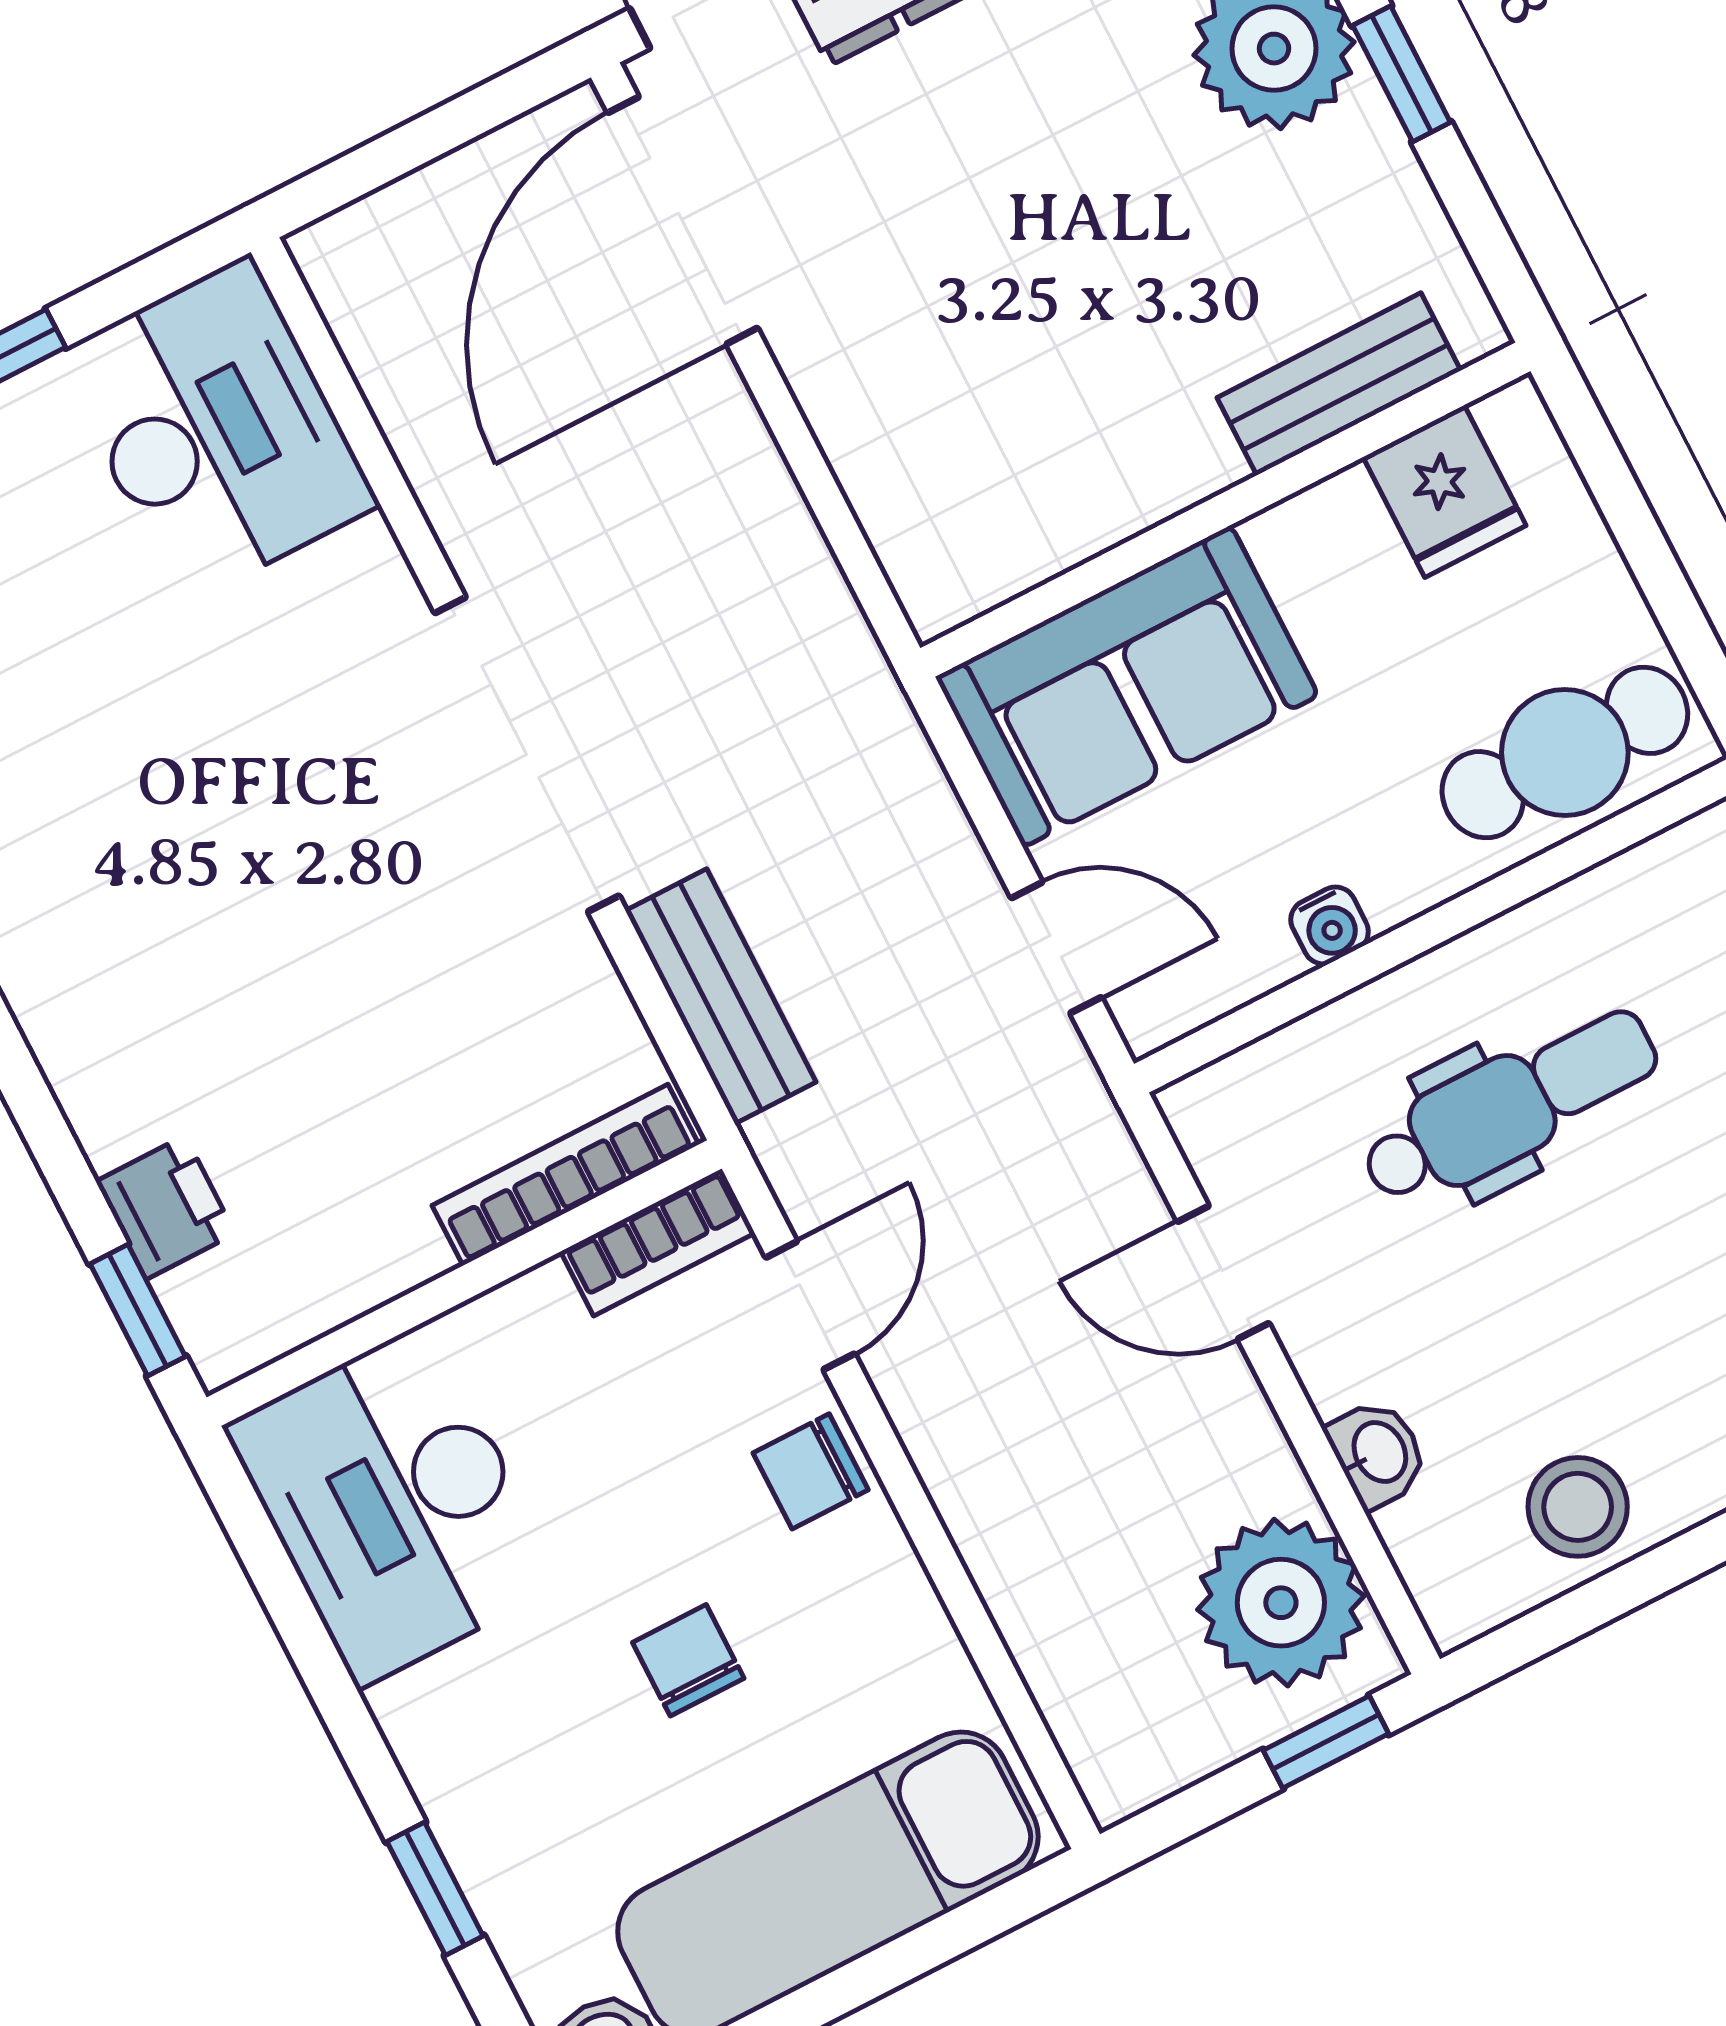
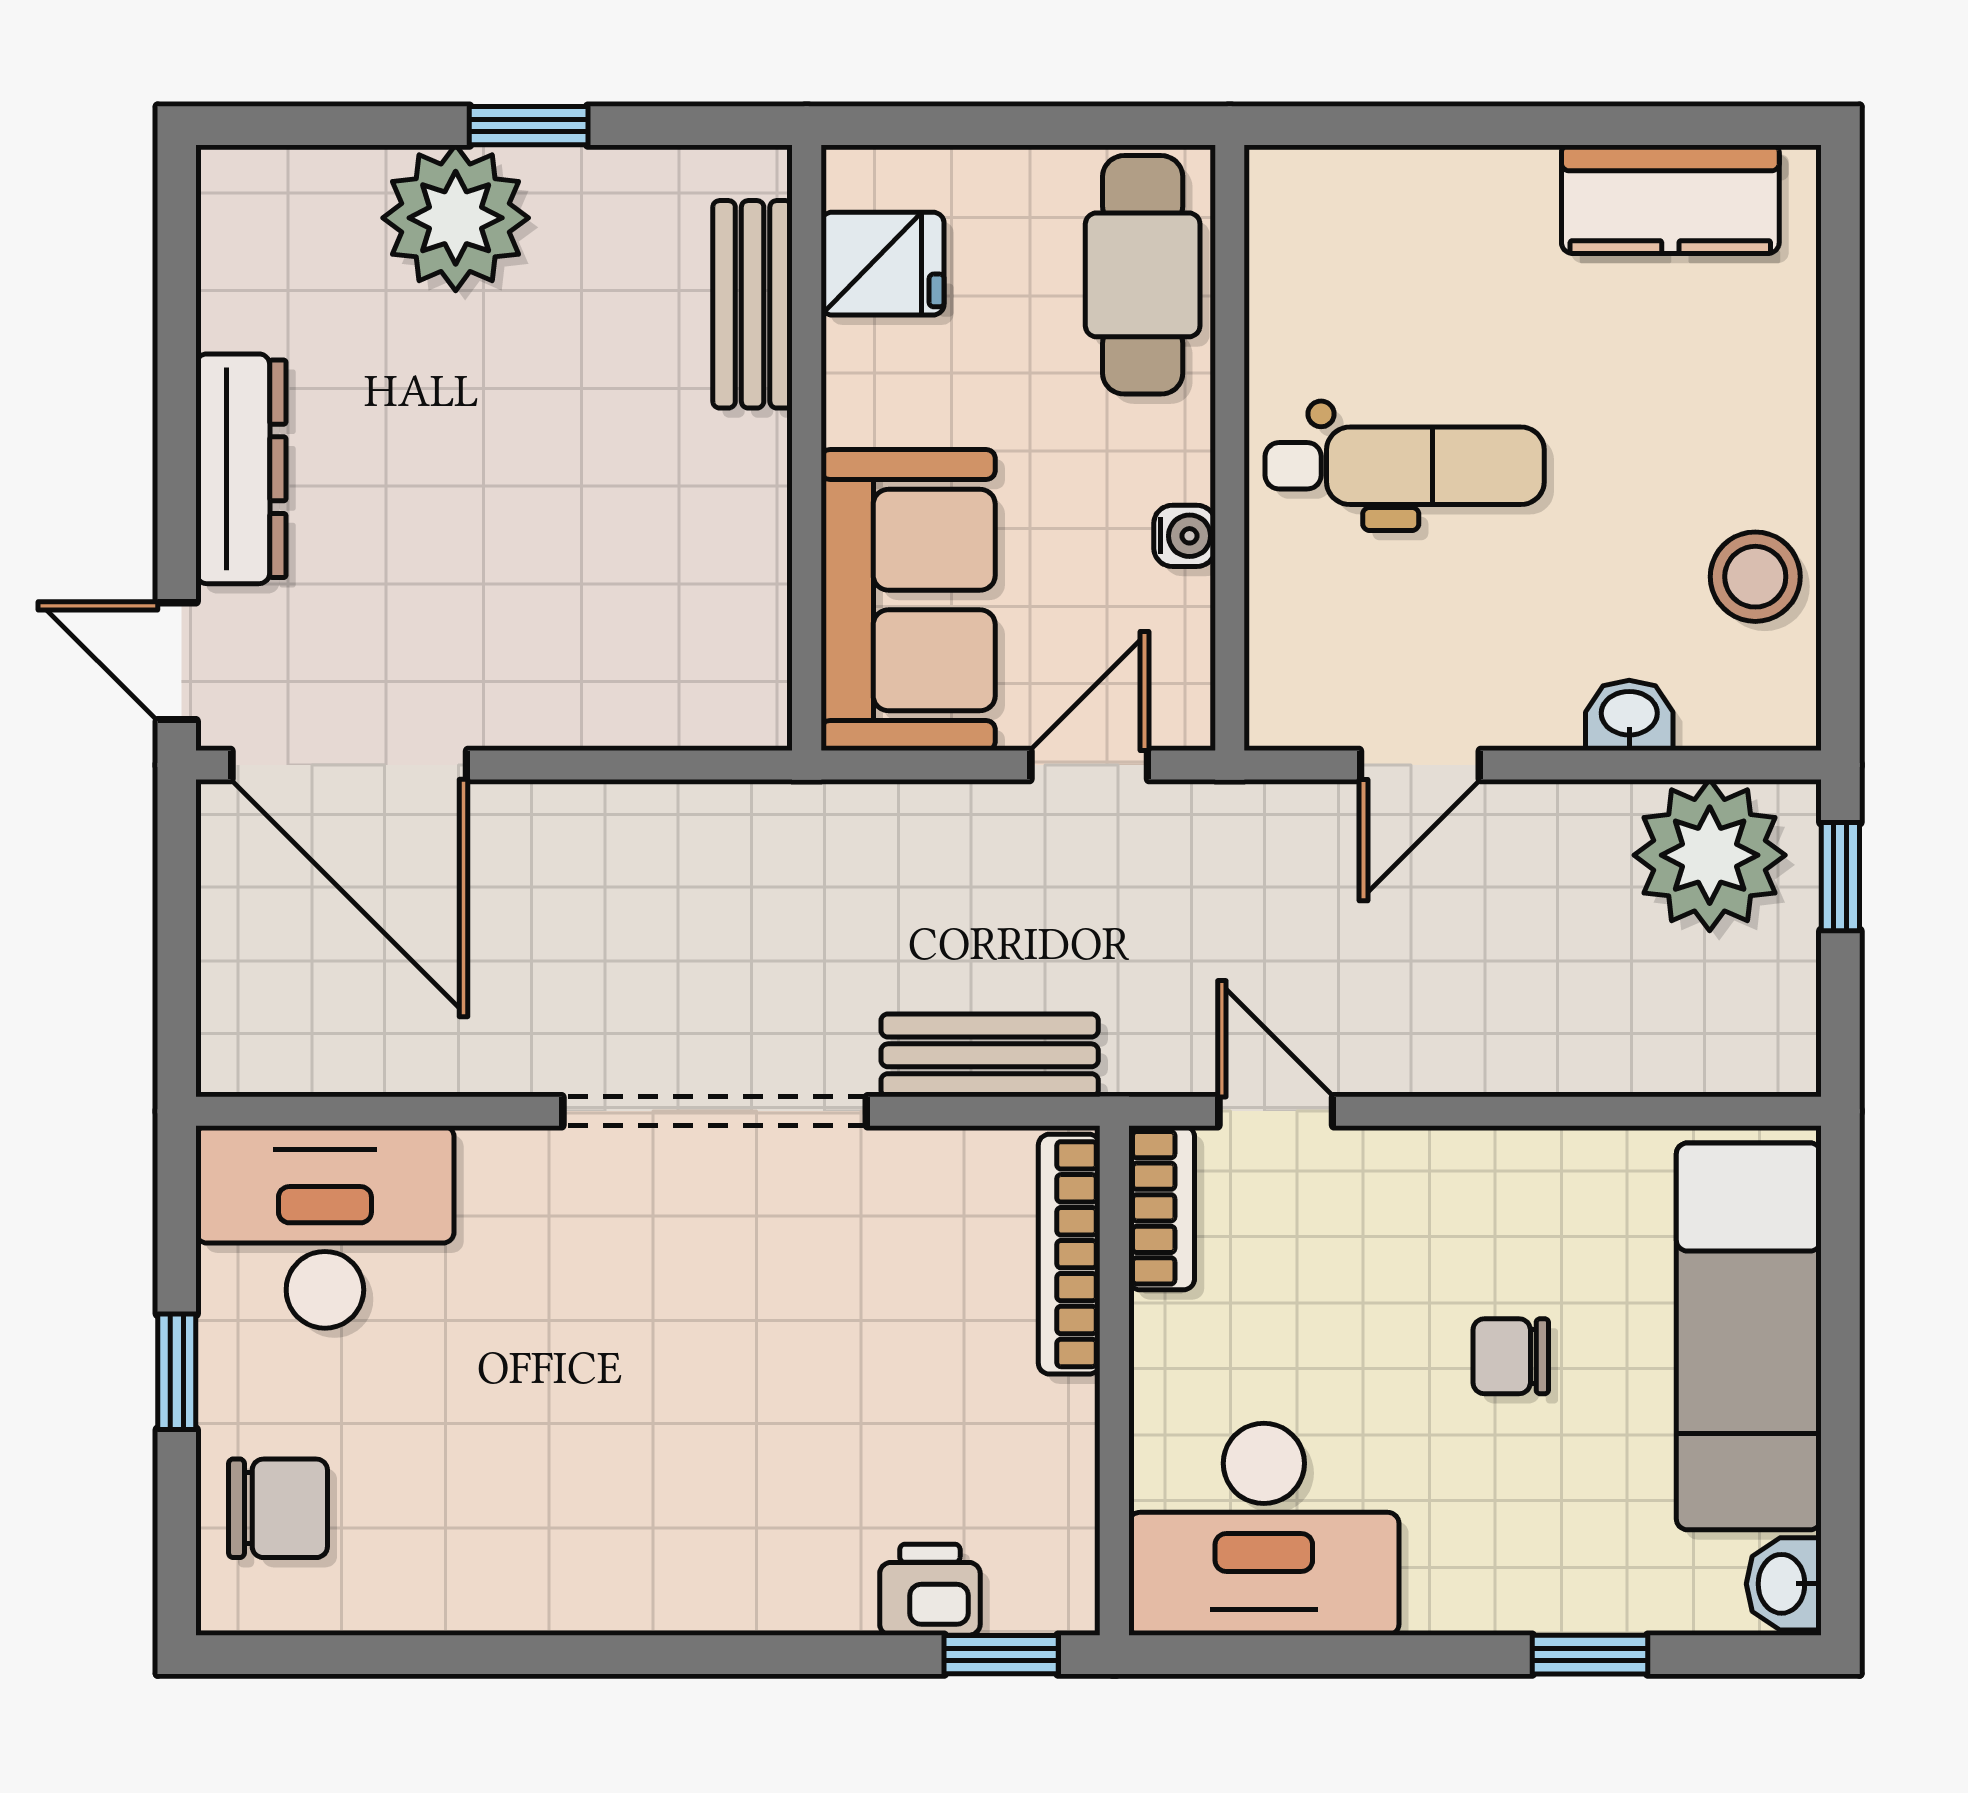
dental chair: (1510, 1106) -> (1405, 466), turned 90
chair: (811, 1471) -> (1409, 1179), removed

